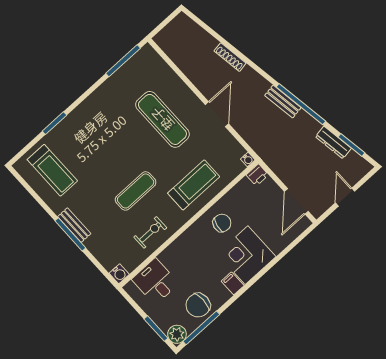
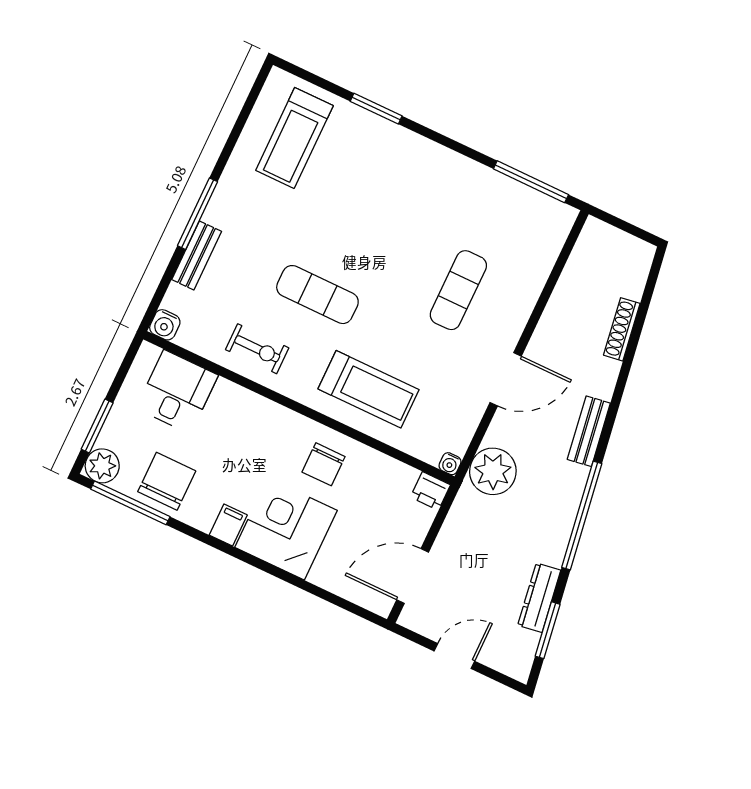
shoe rack: (230, 57) -> (622, 329), moved
bench: (283, 102) -> (589, 431), moved
exercise mat: (162, 119) -> (458, 290), width x0.73, depth x0.69
plant: (260, 140) -> (493, 471), added
chair: (222, 223) -> (324, 464), turned 79
bench: (74, 225) -> (197, 255), moved
chair: (198, 305) -> (167, 481), turned 90

